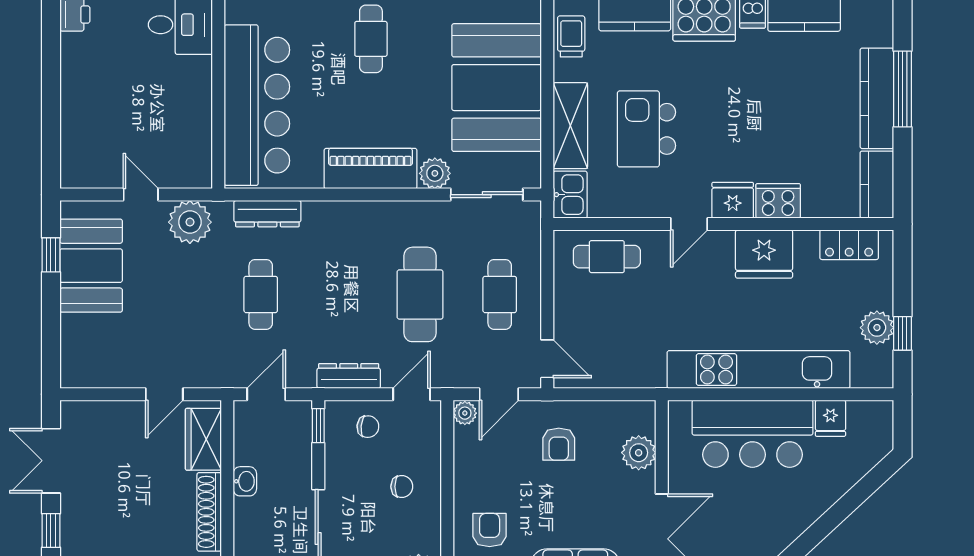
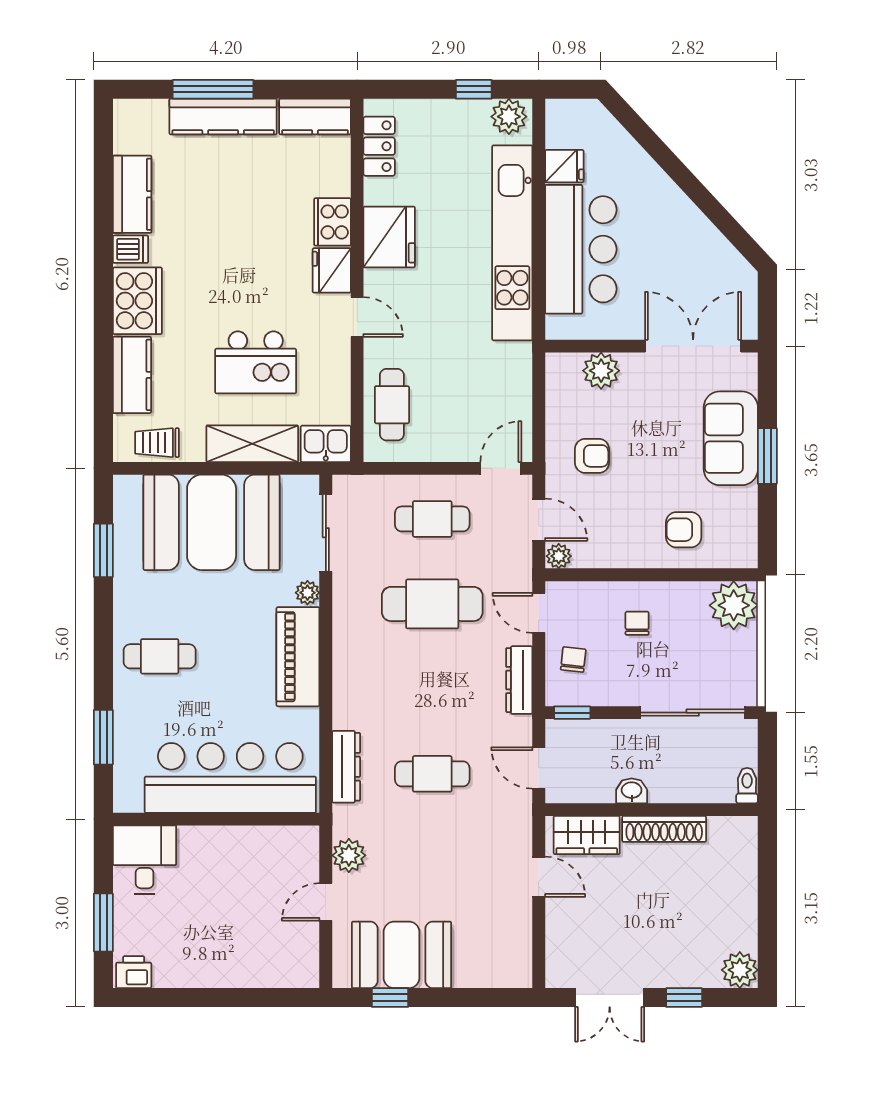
plant: (435, 173) -> (307, 593), width x0.73, depth x0.73
plant: (190, 222) -> (349, 855), width x0.73, depth x0.73
plant: (877, 328) -> (509, 117), moved

